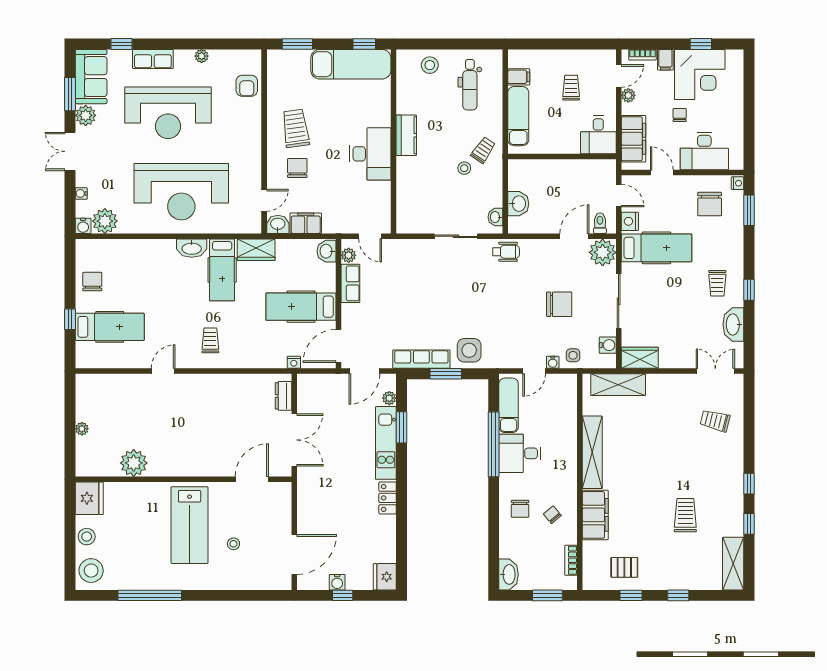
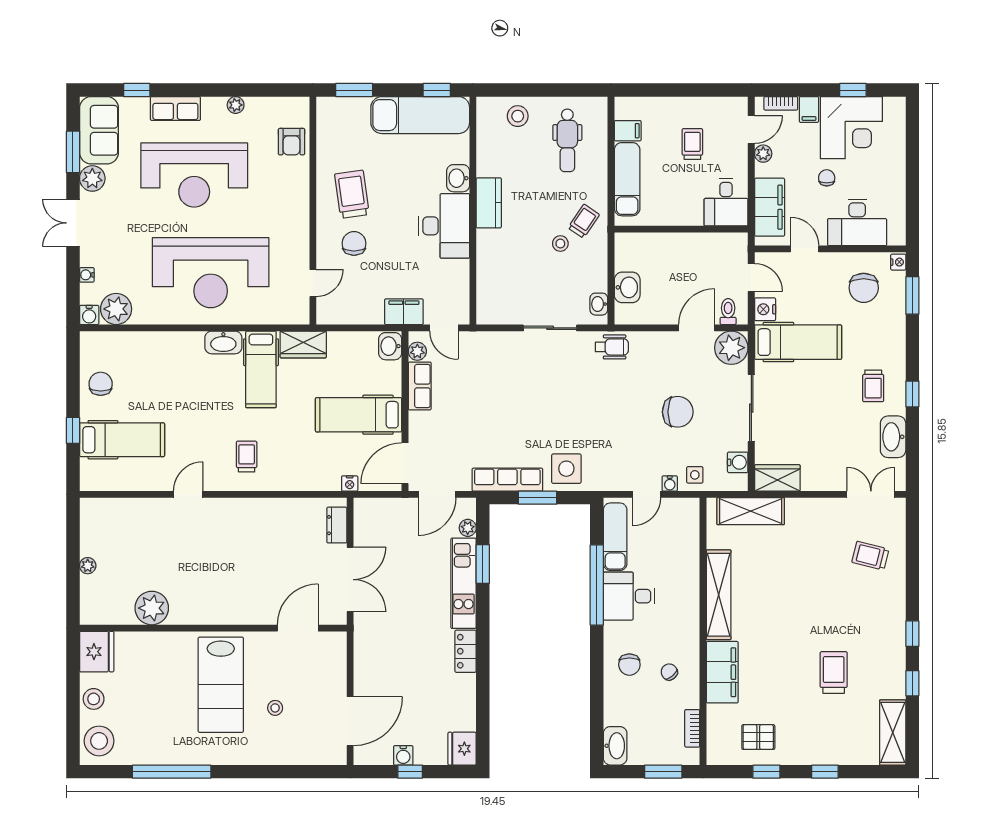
filing cabinet: (306, 223) -> (404, 312), moved
washbasin: (278, 224) -> (458, 178), moved, turned -90

